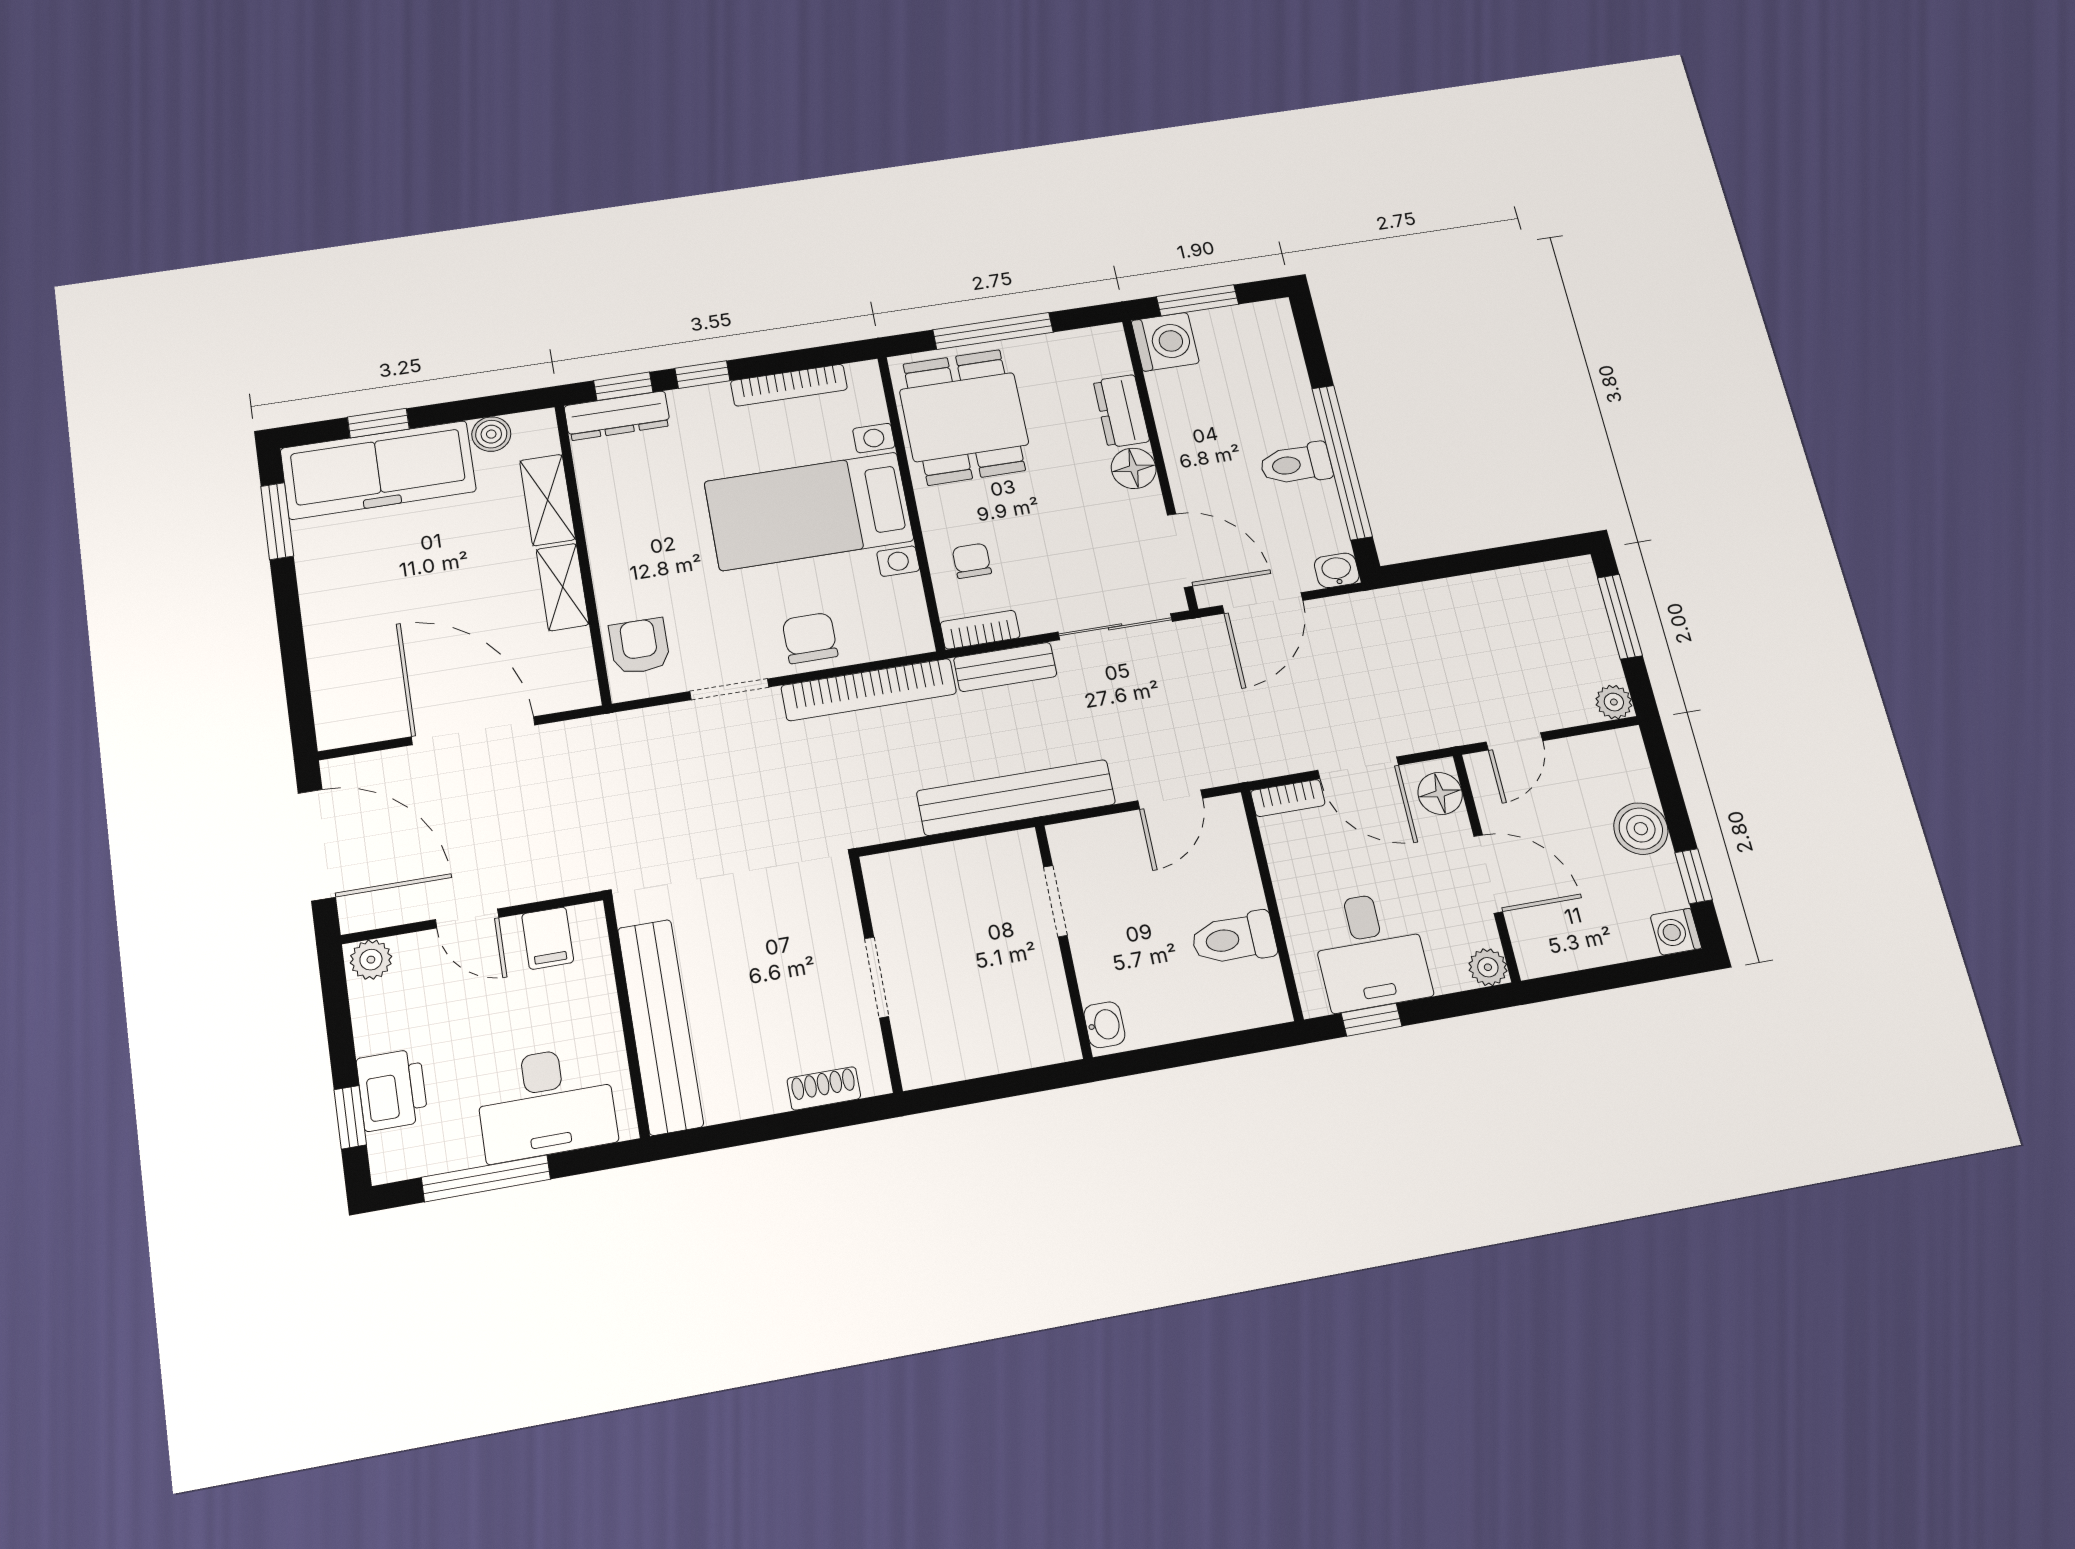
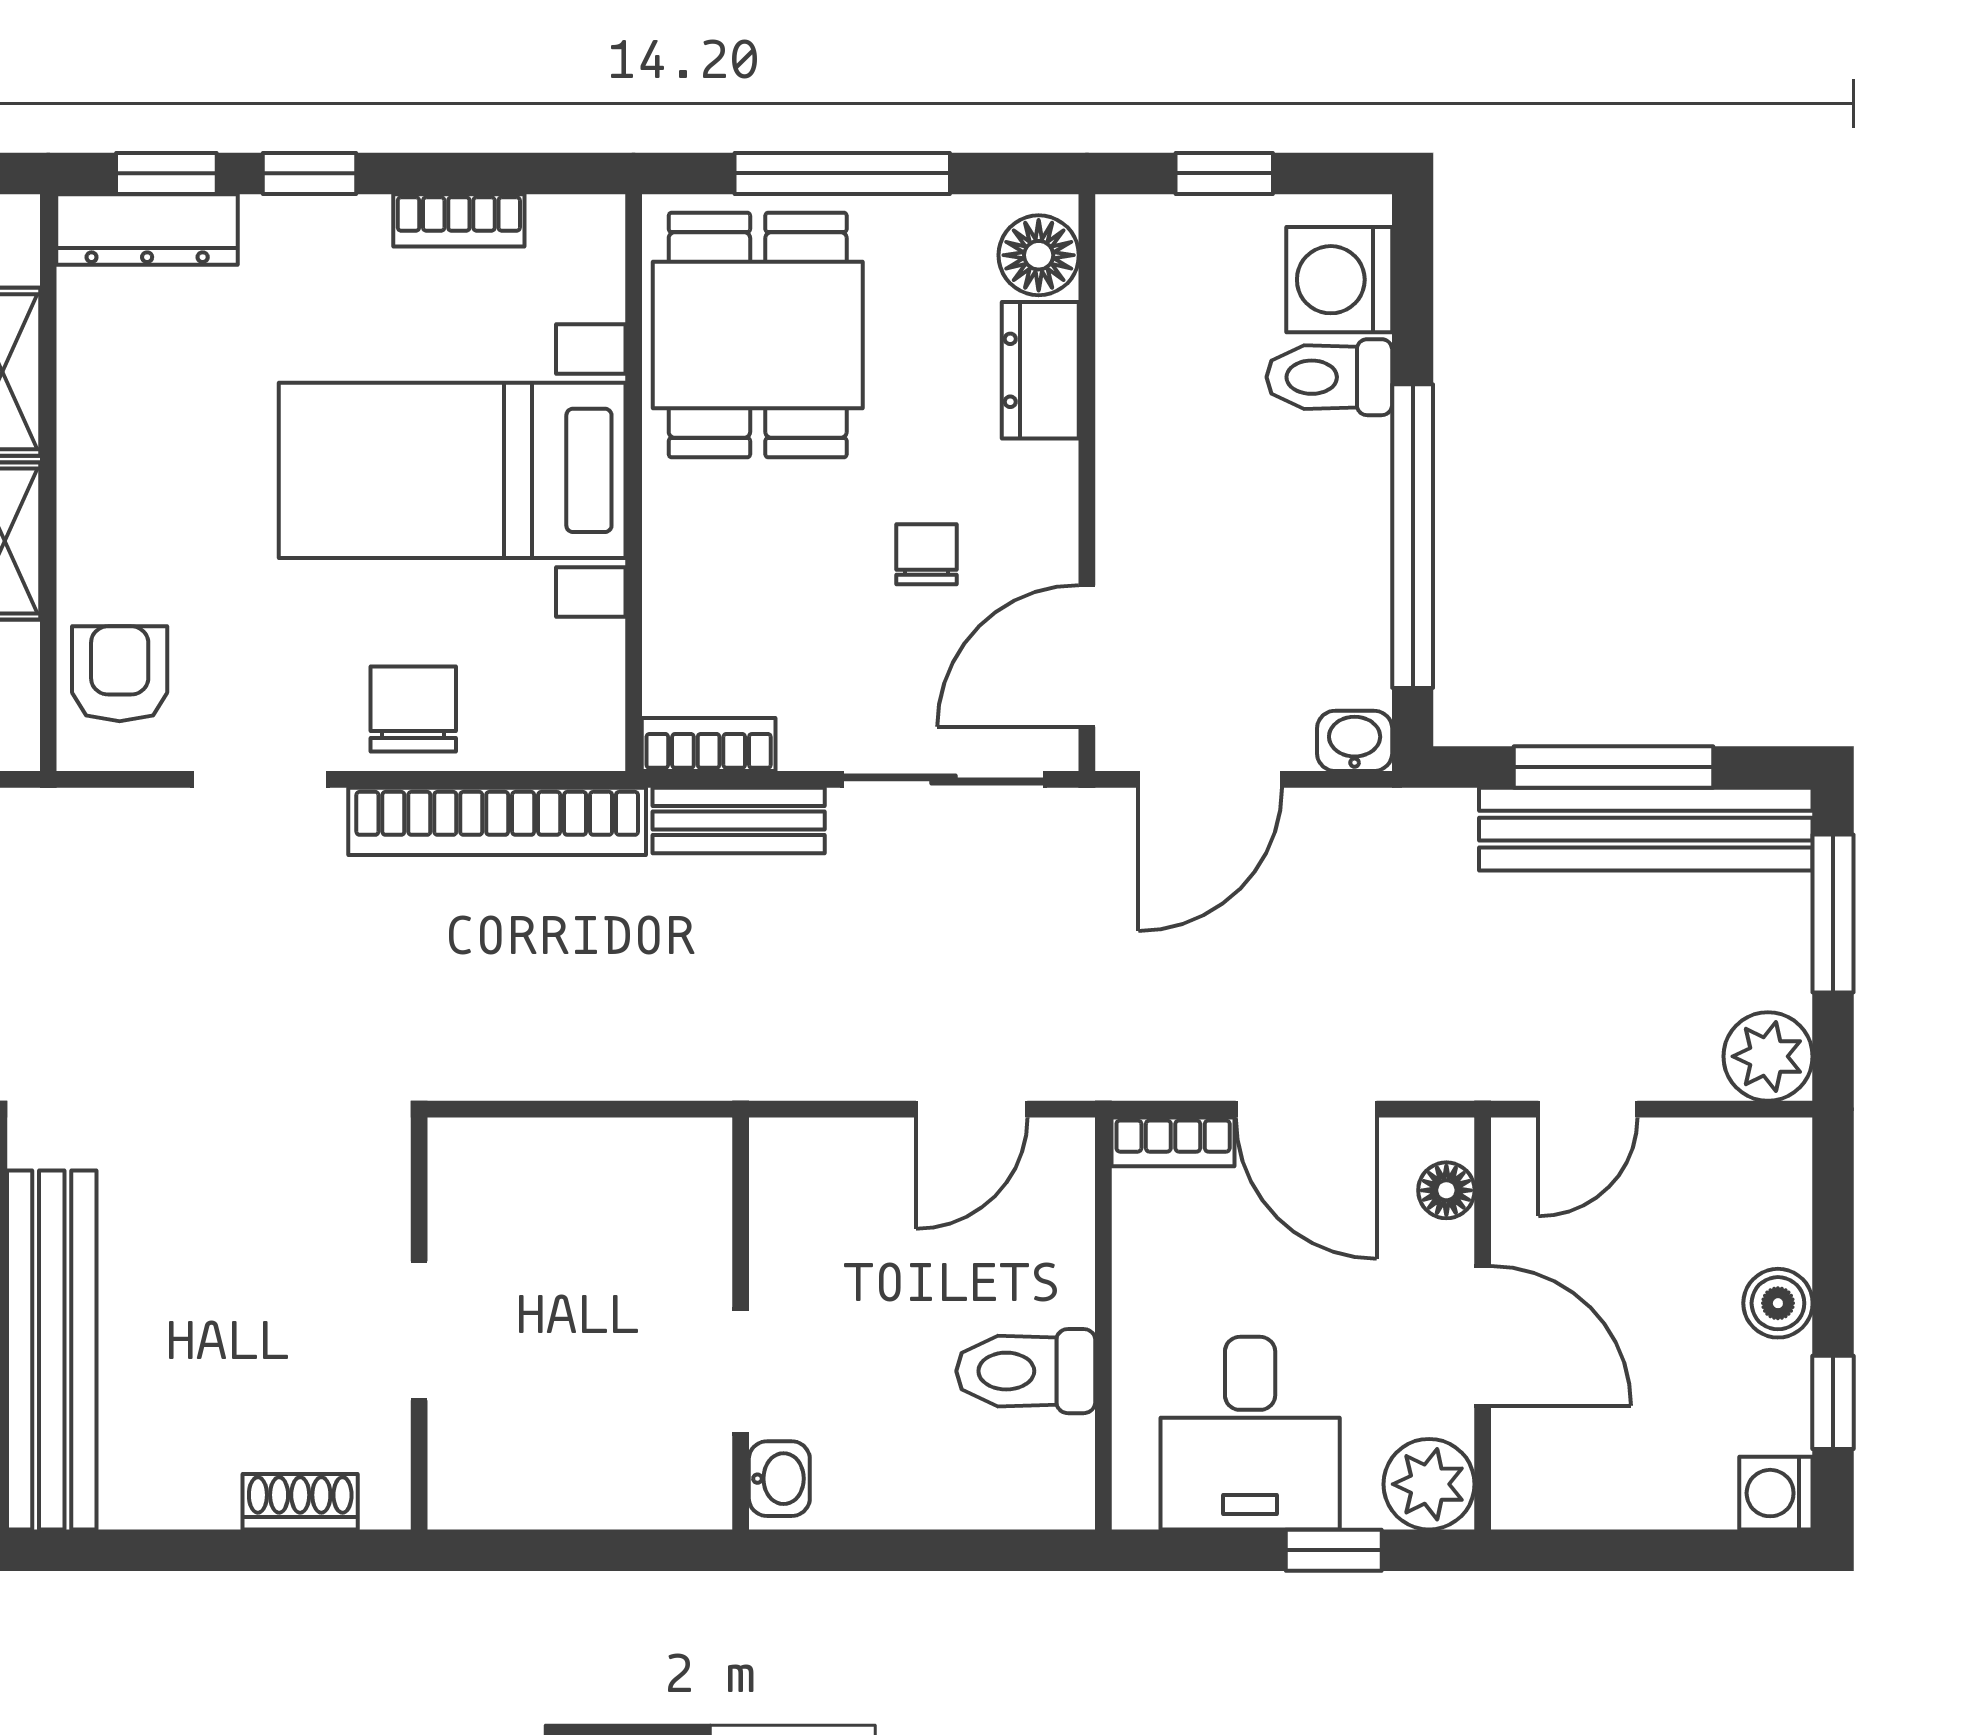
window: (1197, 300) -> (1224, 173), width x0.67
washing machine: (1165, 342) -> (1339, 280), moved, turned 180
bookcase: (789, 385) -> (459, 220), width x0.64
toilet: (1296, 464) -> (1329, 377), moved
floor lamp: (1134, 468) -> (1039, 255), moved
door: (1180, 550) -> (1087, 656), swing flipped
chair: (972, 561) -> (927, 554), moved
window: (1481, 561) -> (1613, 767), added
plant: (1614, 702) -> (1768, 1056), width x1.38, depth x1.38
floor lamp: (1440, 793) -> (1446, 1190), width x0.73, depth x0.73
bench: (1016, 798) -> (1646, 829), moved
boiler: (1641, 829) -> (1778, 1303), width x0.73, depth x0.73
doorway: (1055, 901) -> (741, 1371), moved
plant: (1488, 967) -> (1429, 1484), width x1.38, depth x1.38
window: (1372, 1020) -> (1334, 1550), moved

